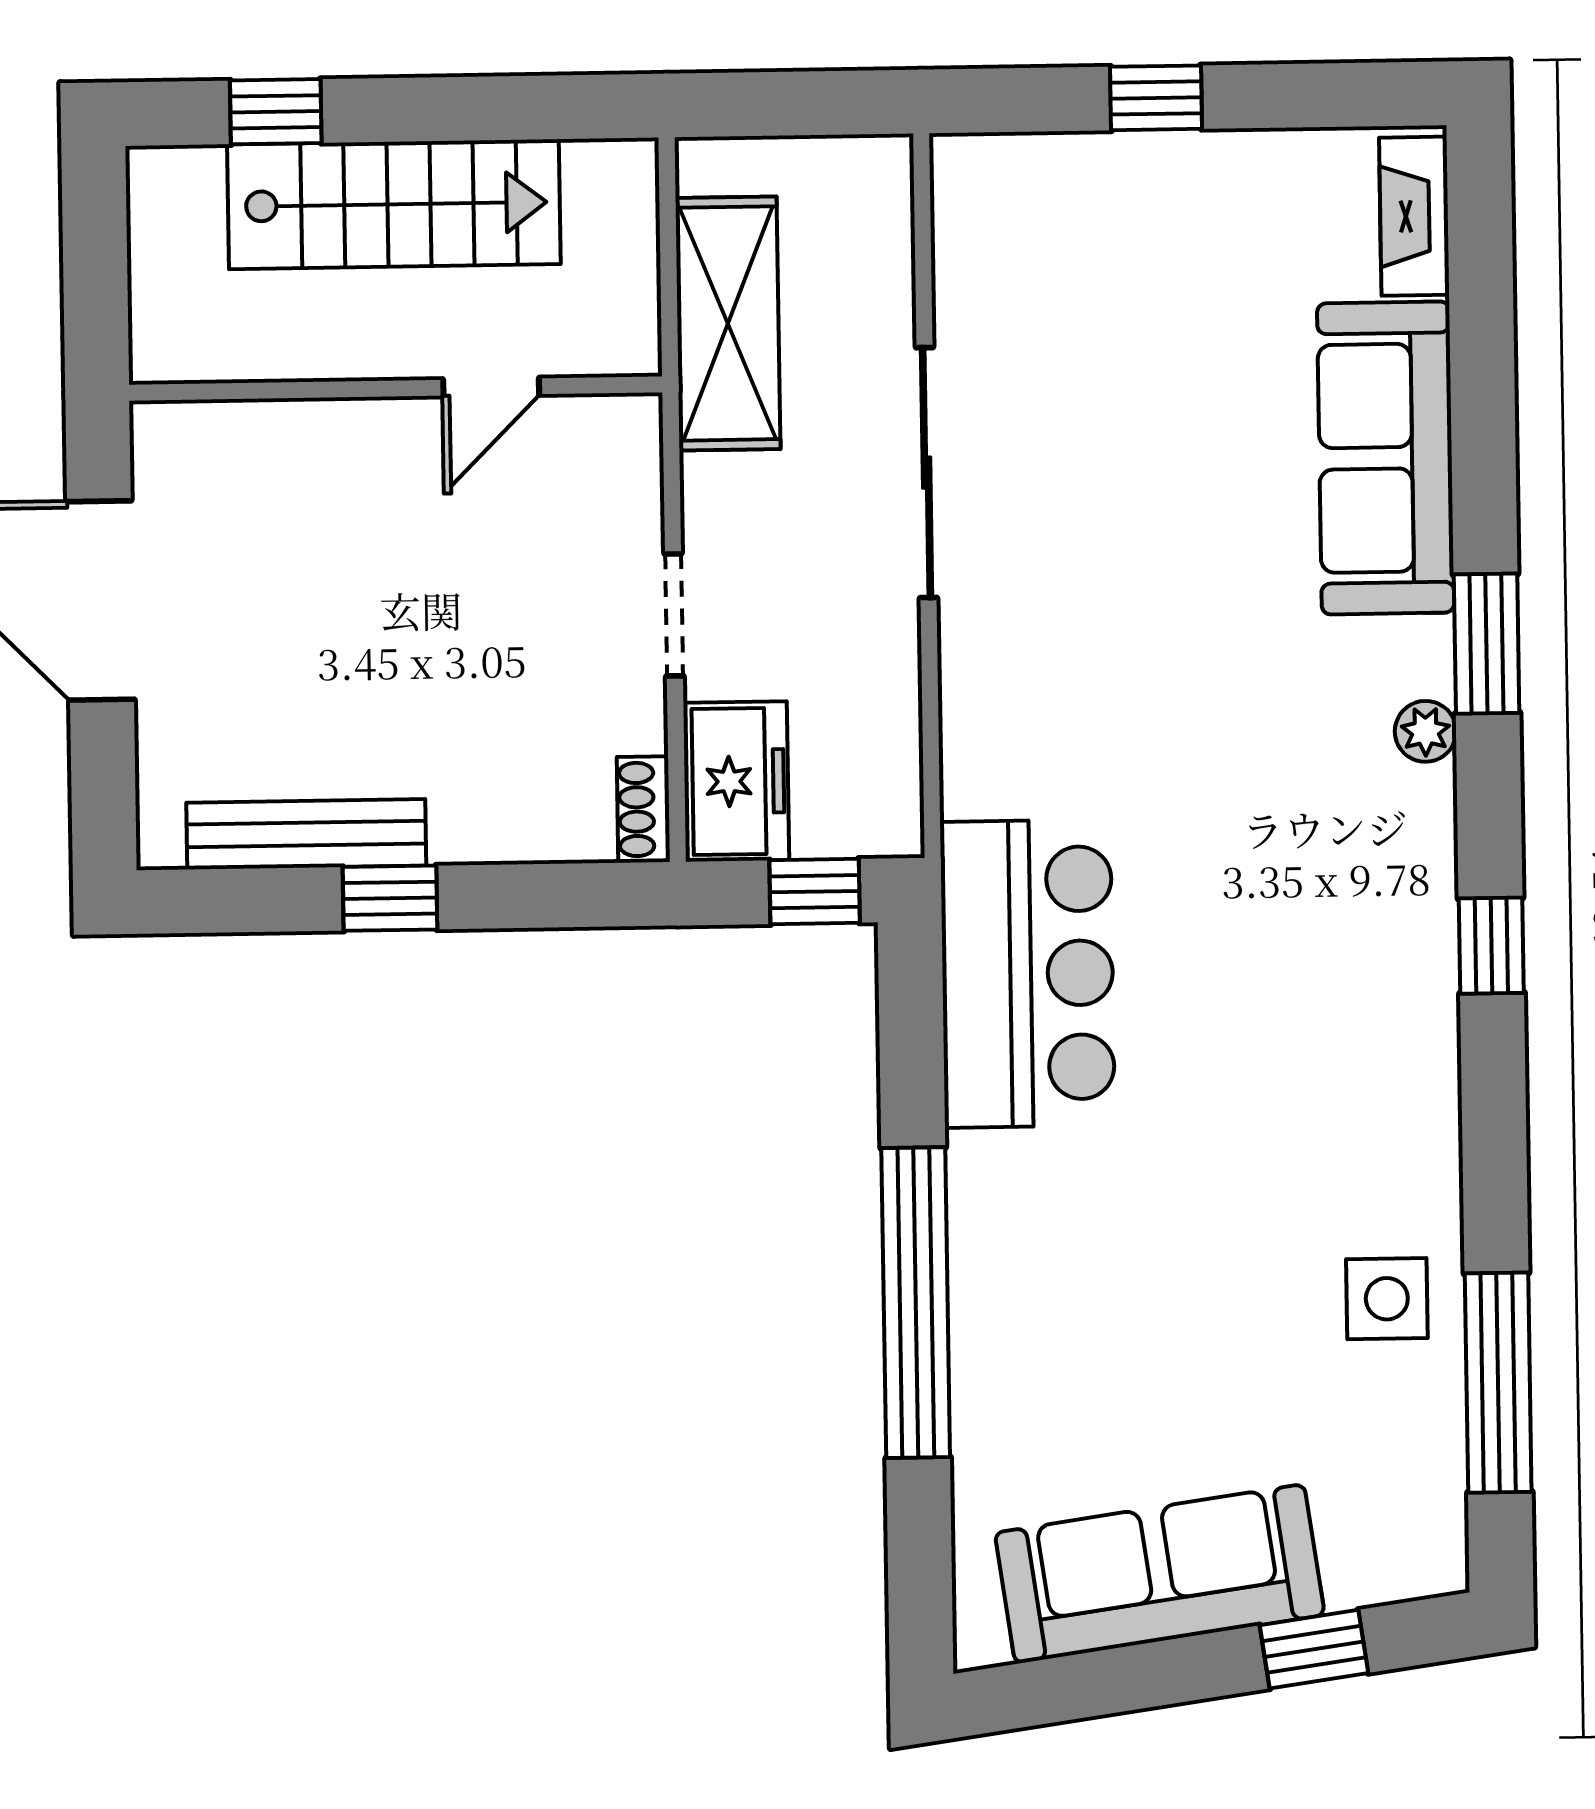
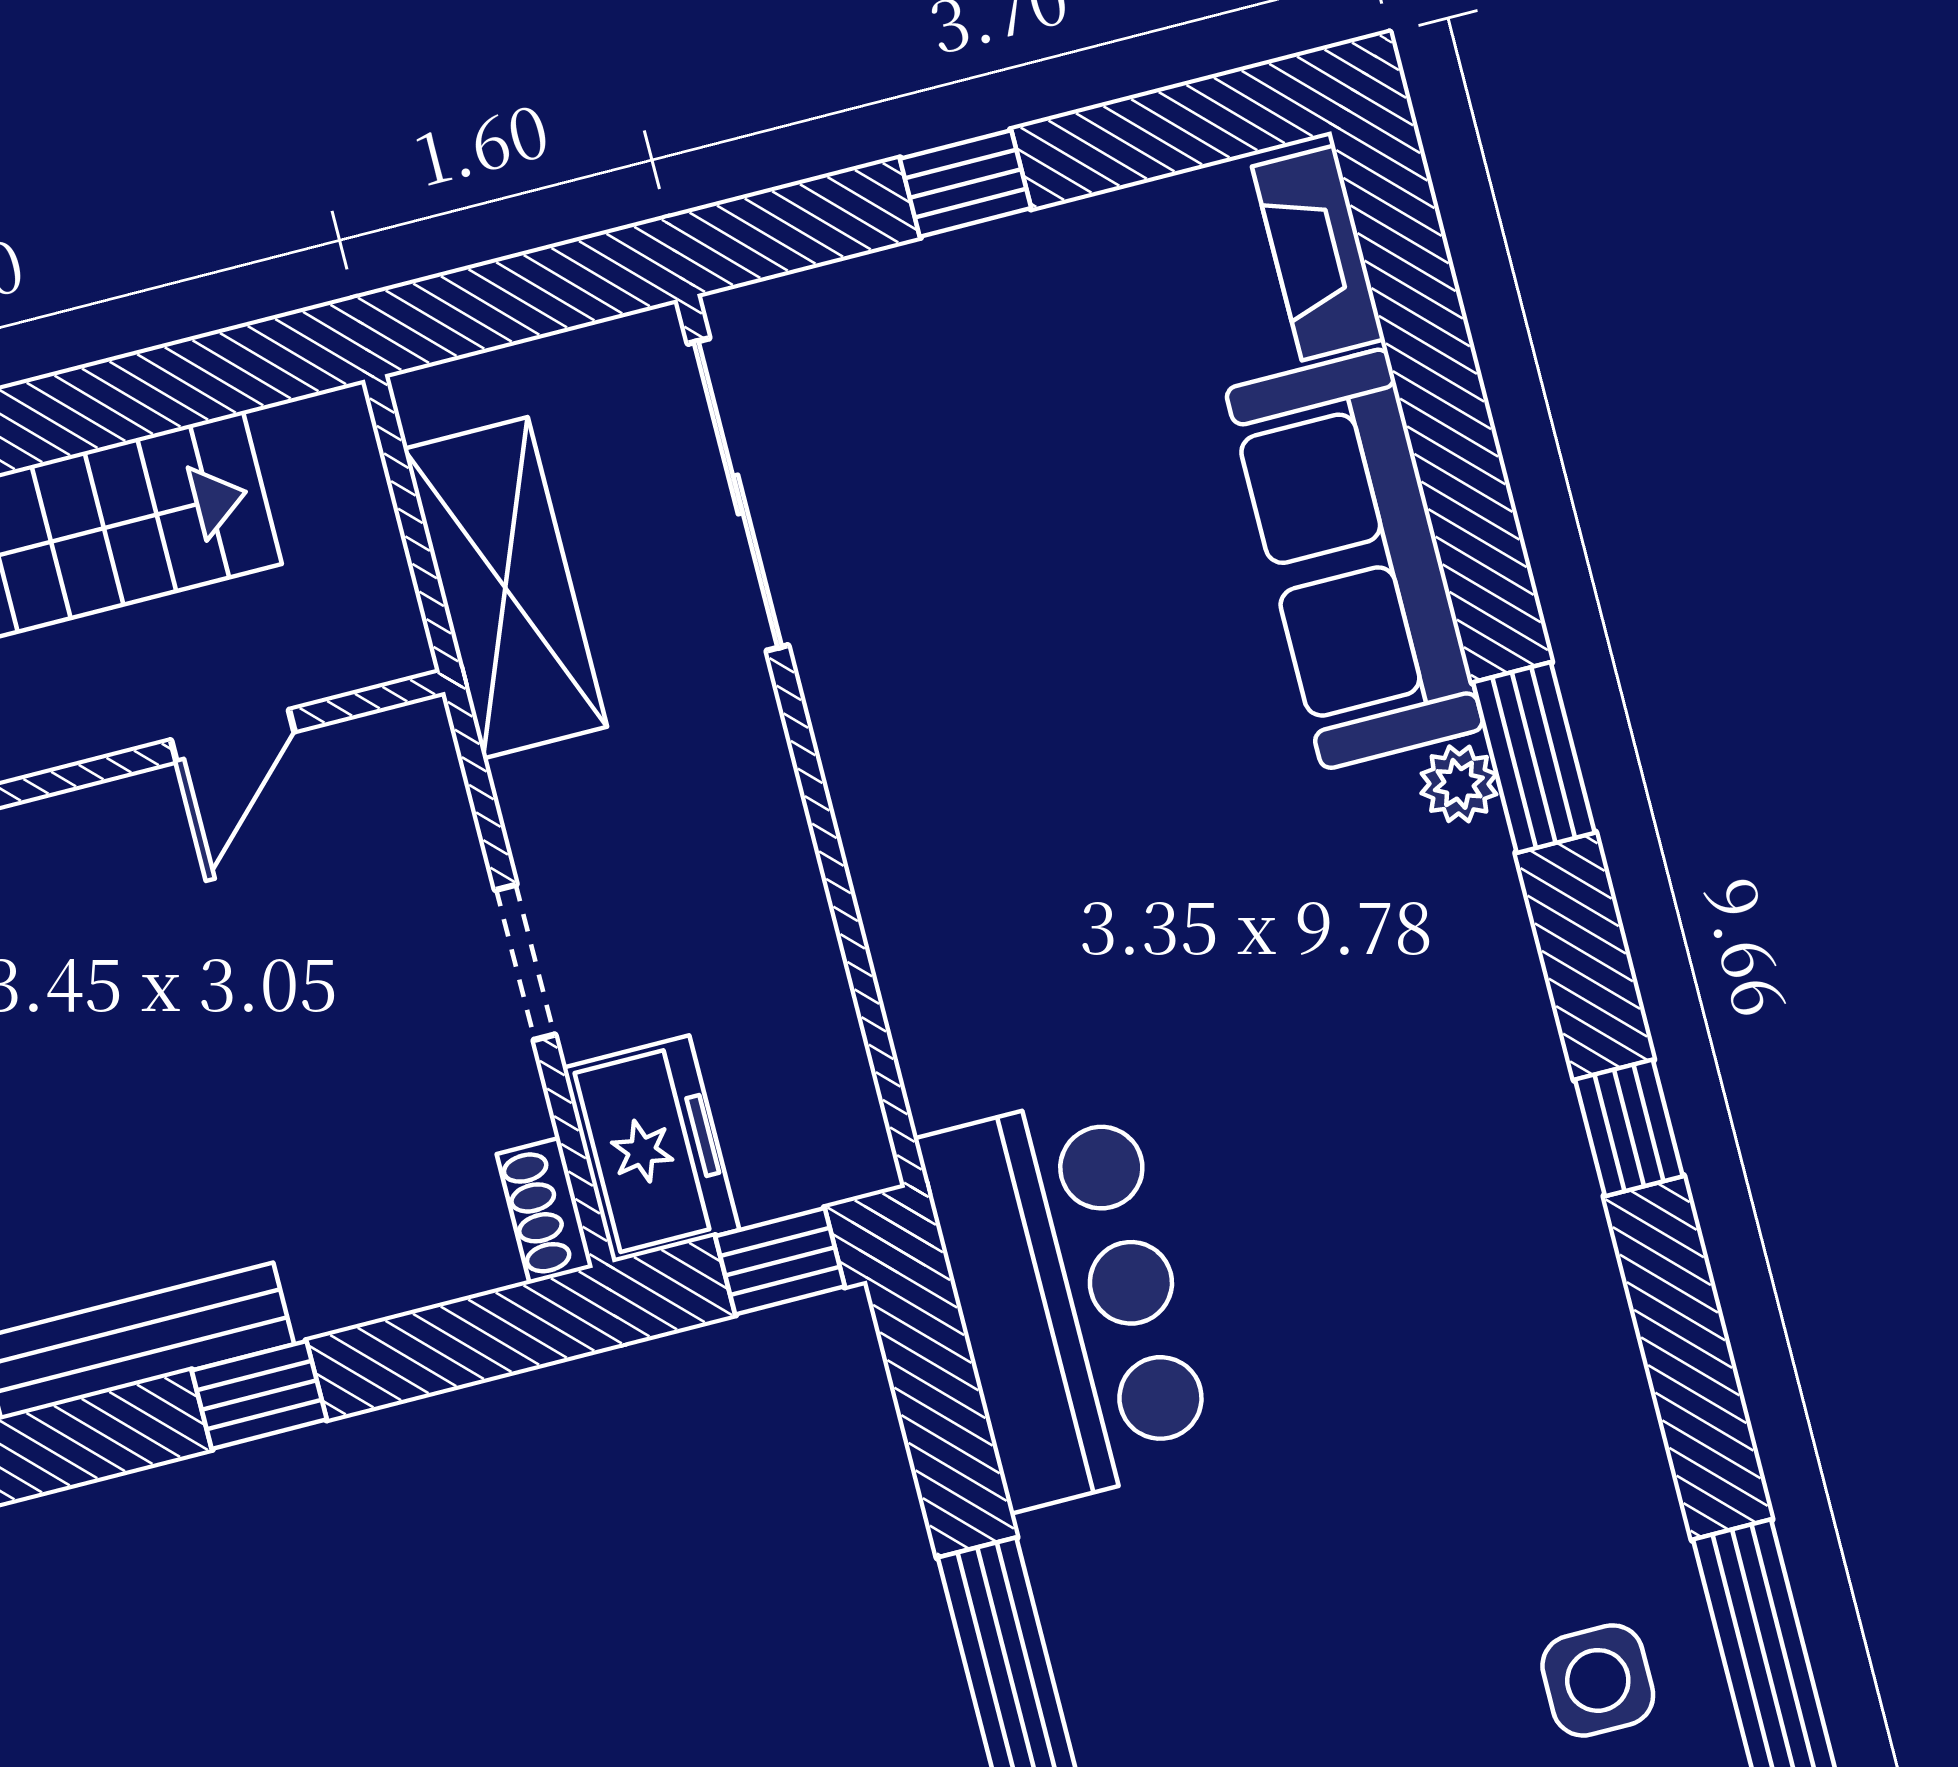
sliding door: (927, 473) -> (738, 495), moved
plant: (1426, 731) -> (1459, 784), moved
side table: (1387, 1299) -> (1598, 1680), moved

